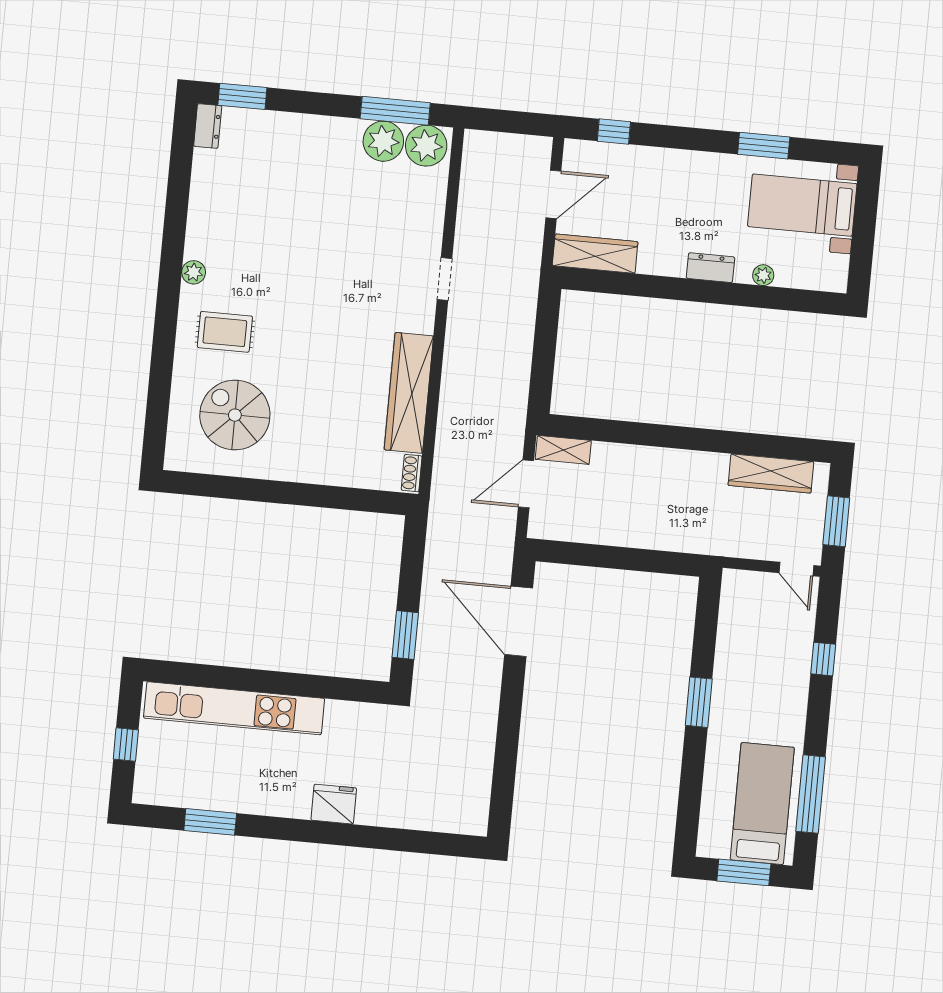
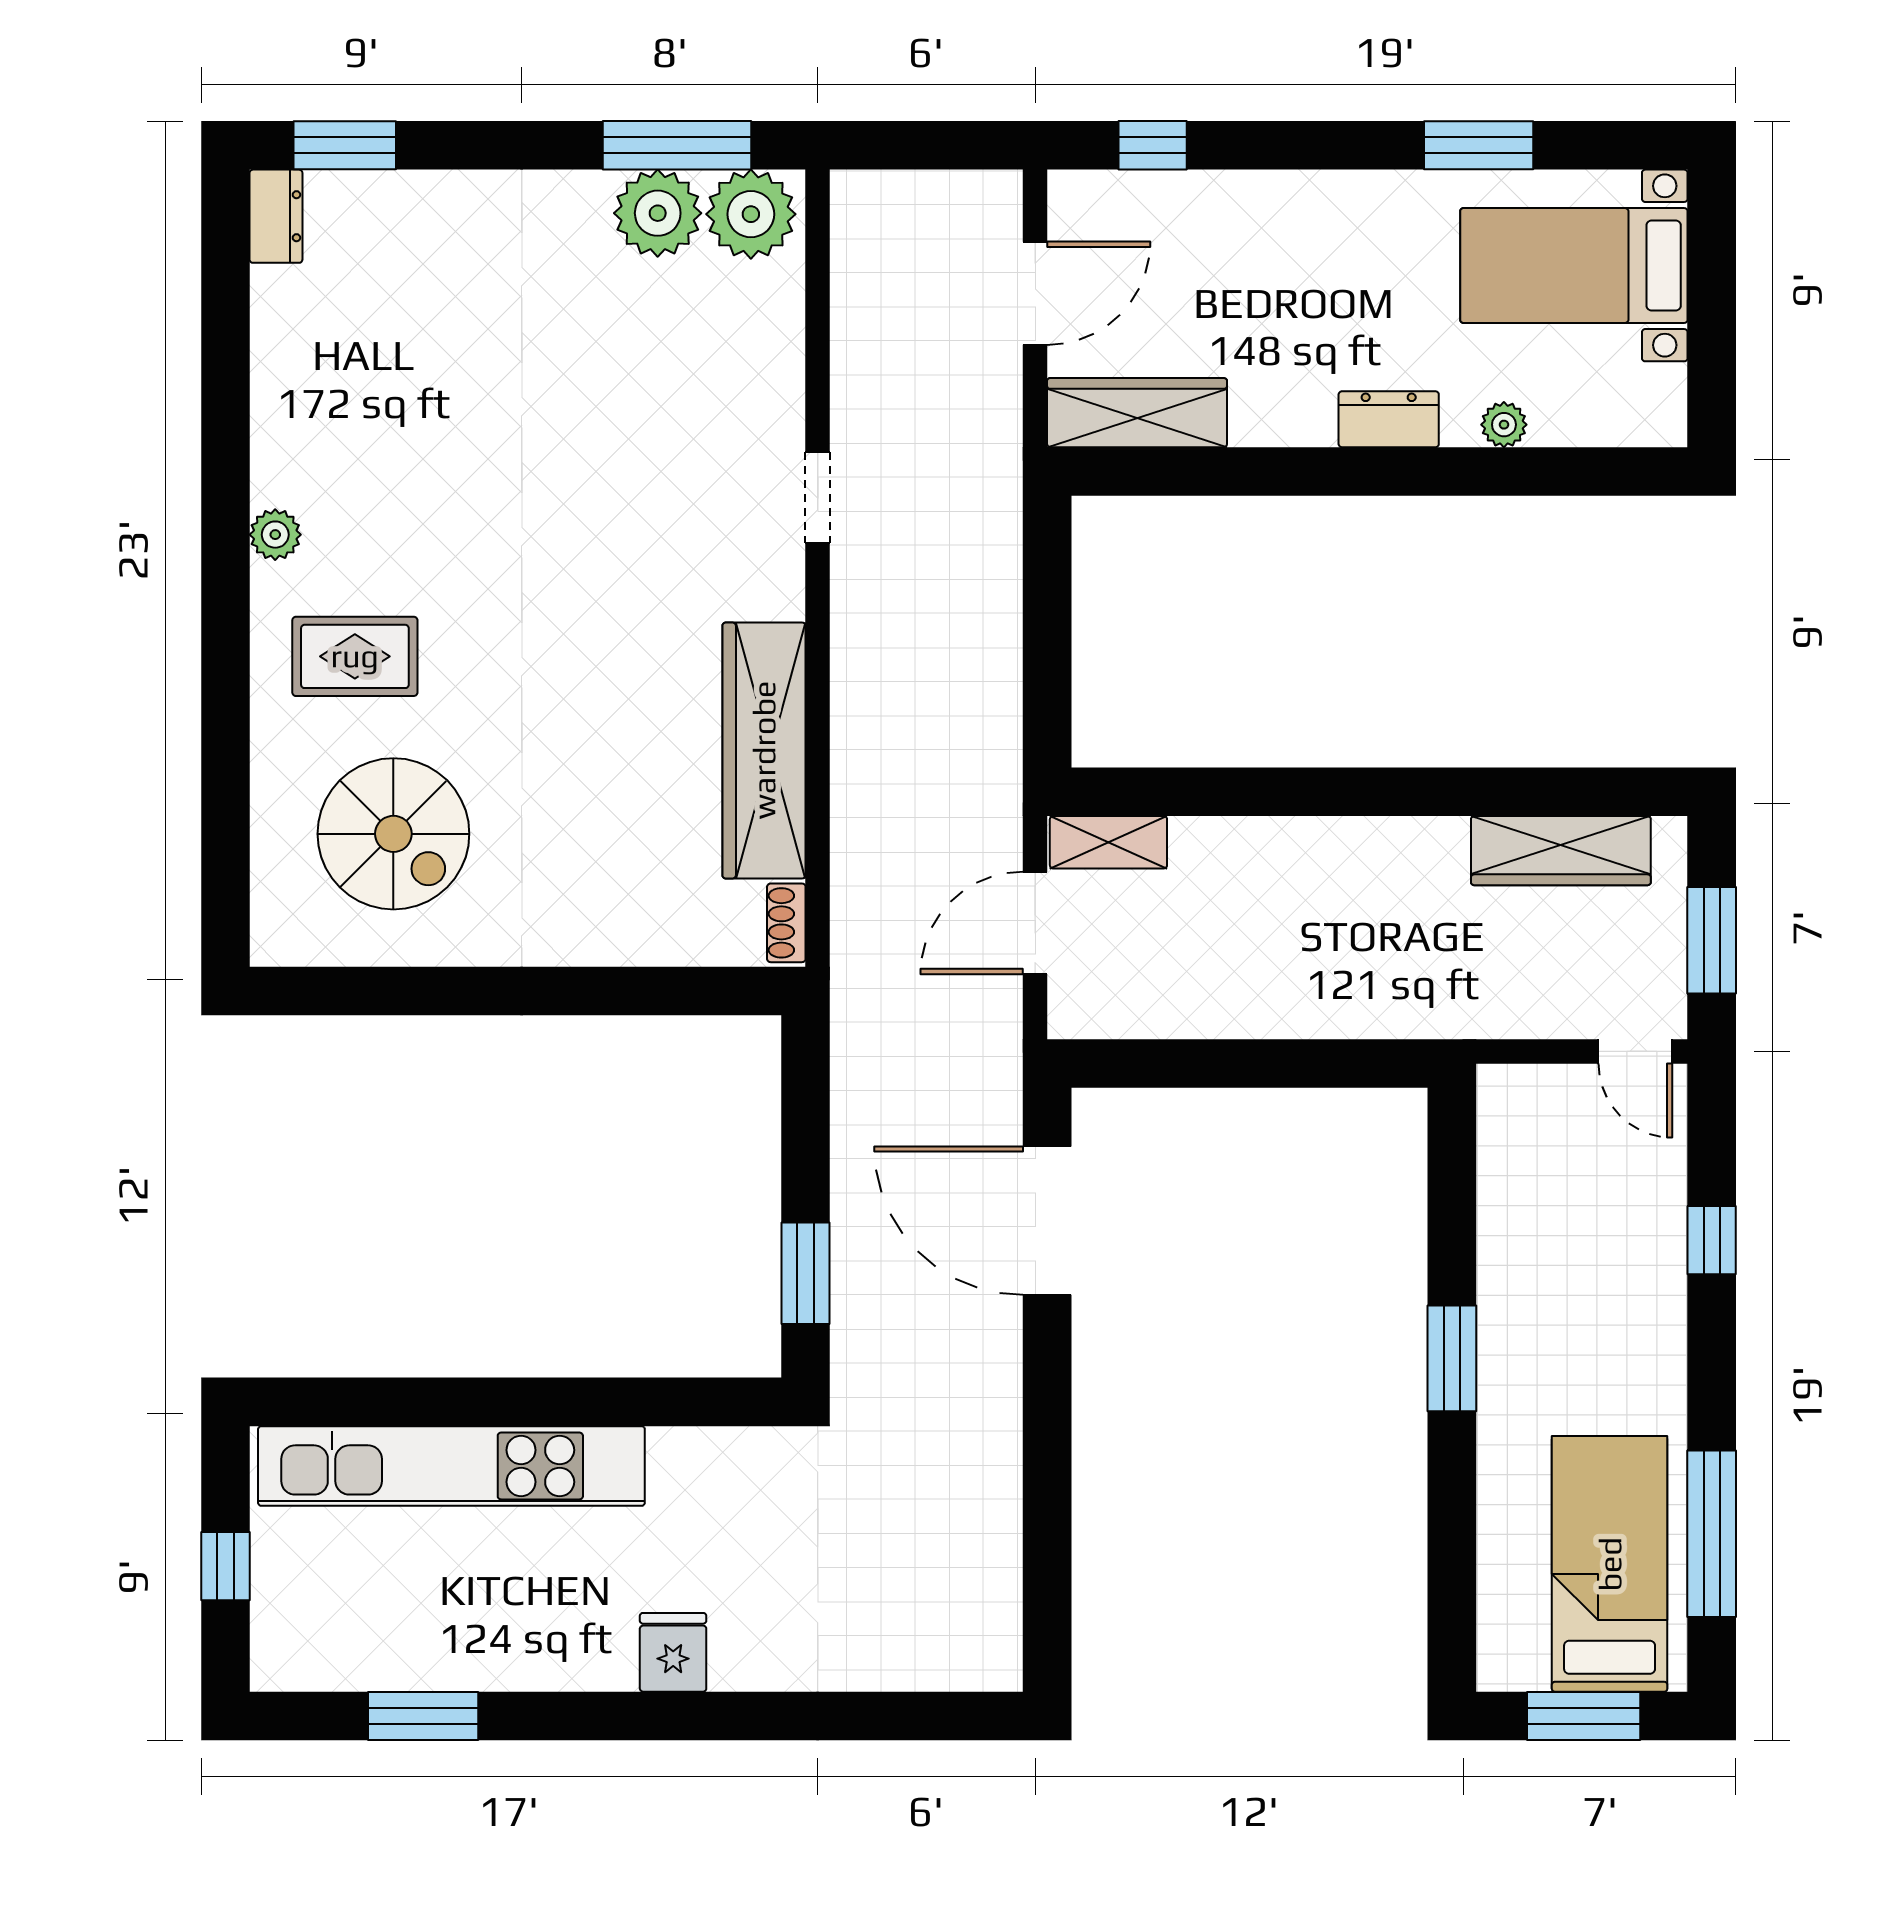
spiral stairs: (235, 415) -> (393, 834), turned 180
fridge: (334, 804) -> (673, 1652), width x0.72

